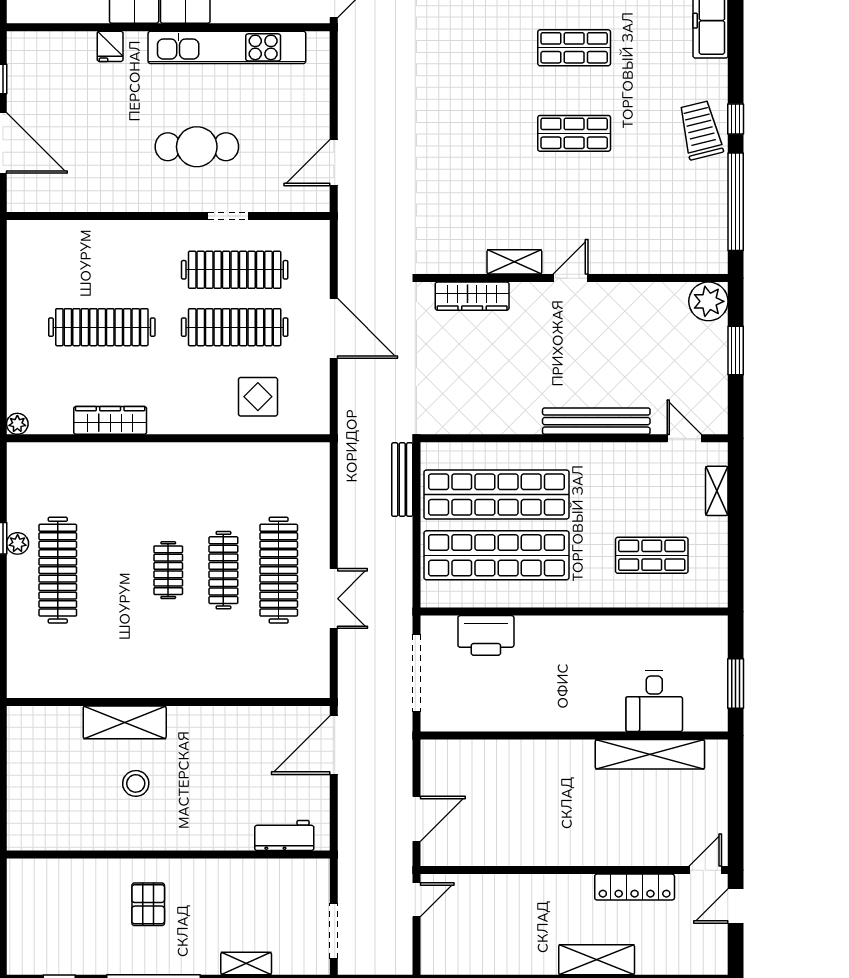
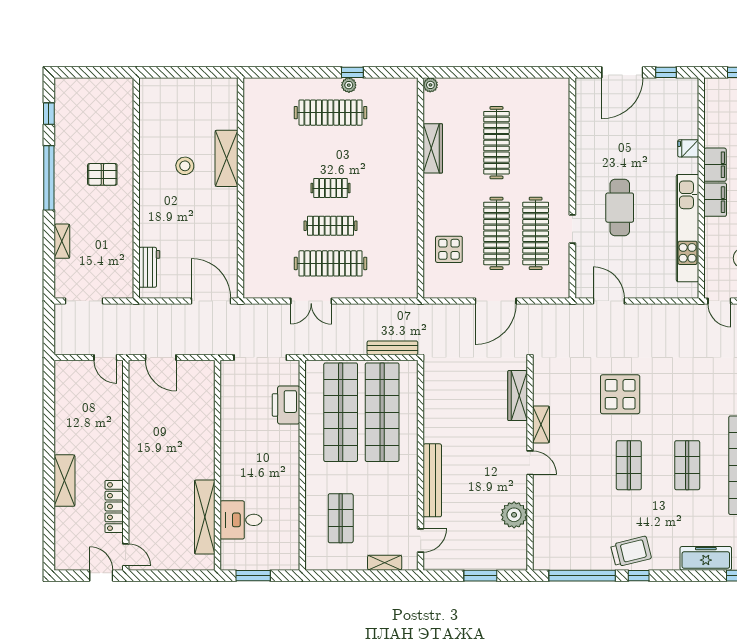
display table: (470, 146) -> (620, 394), added
plant: (708, 301) -> (514, 515), moved

